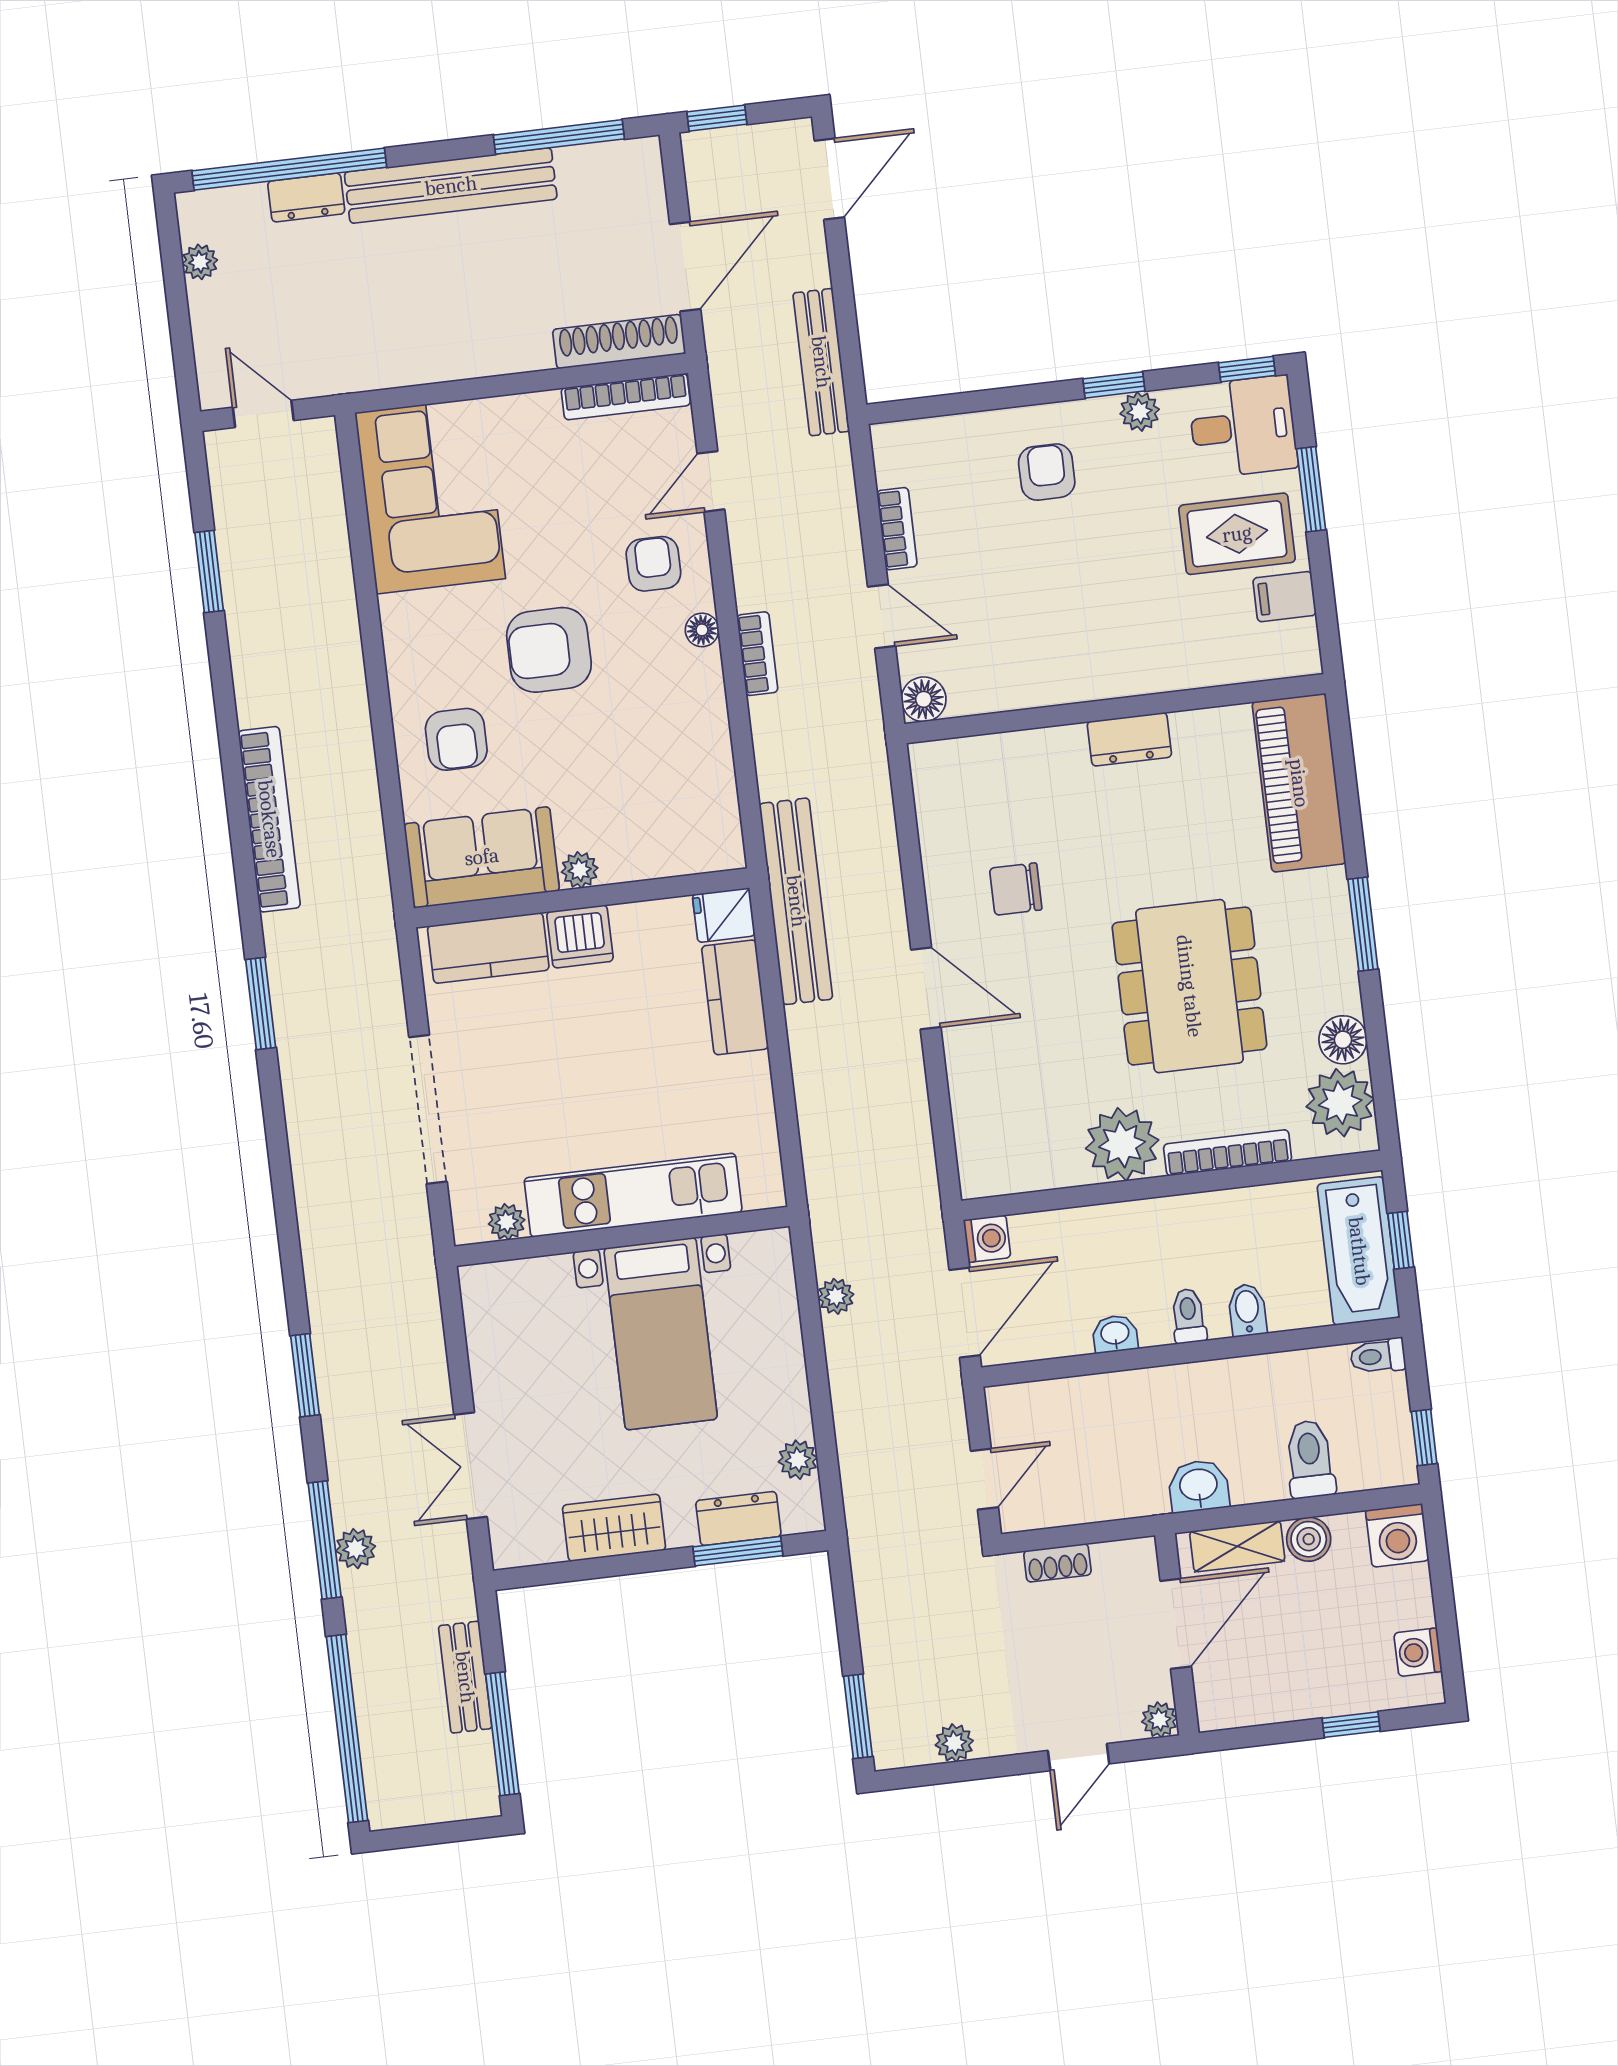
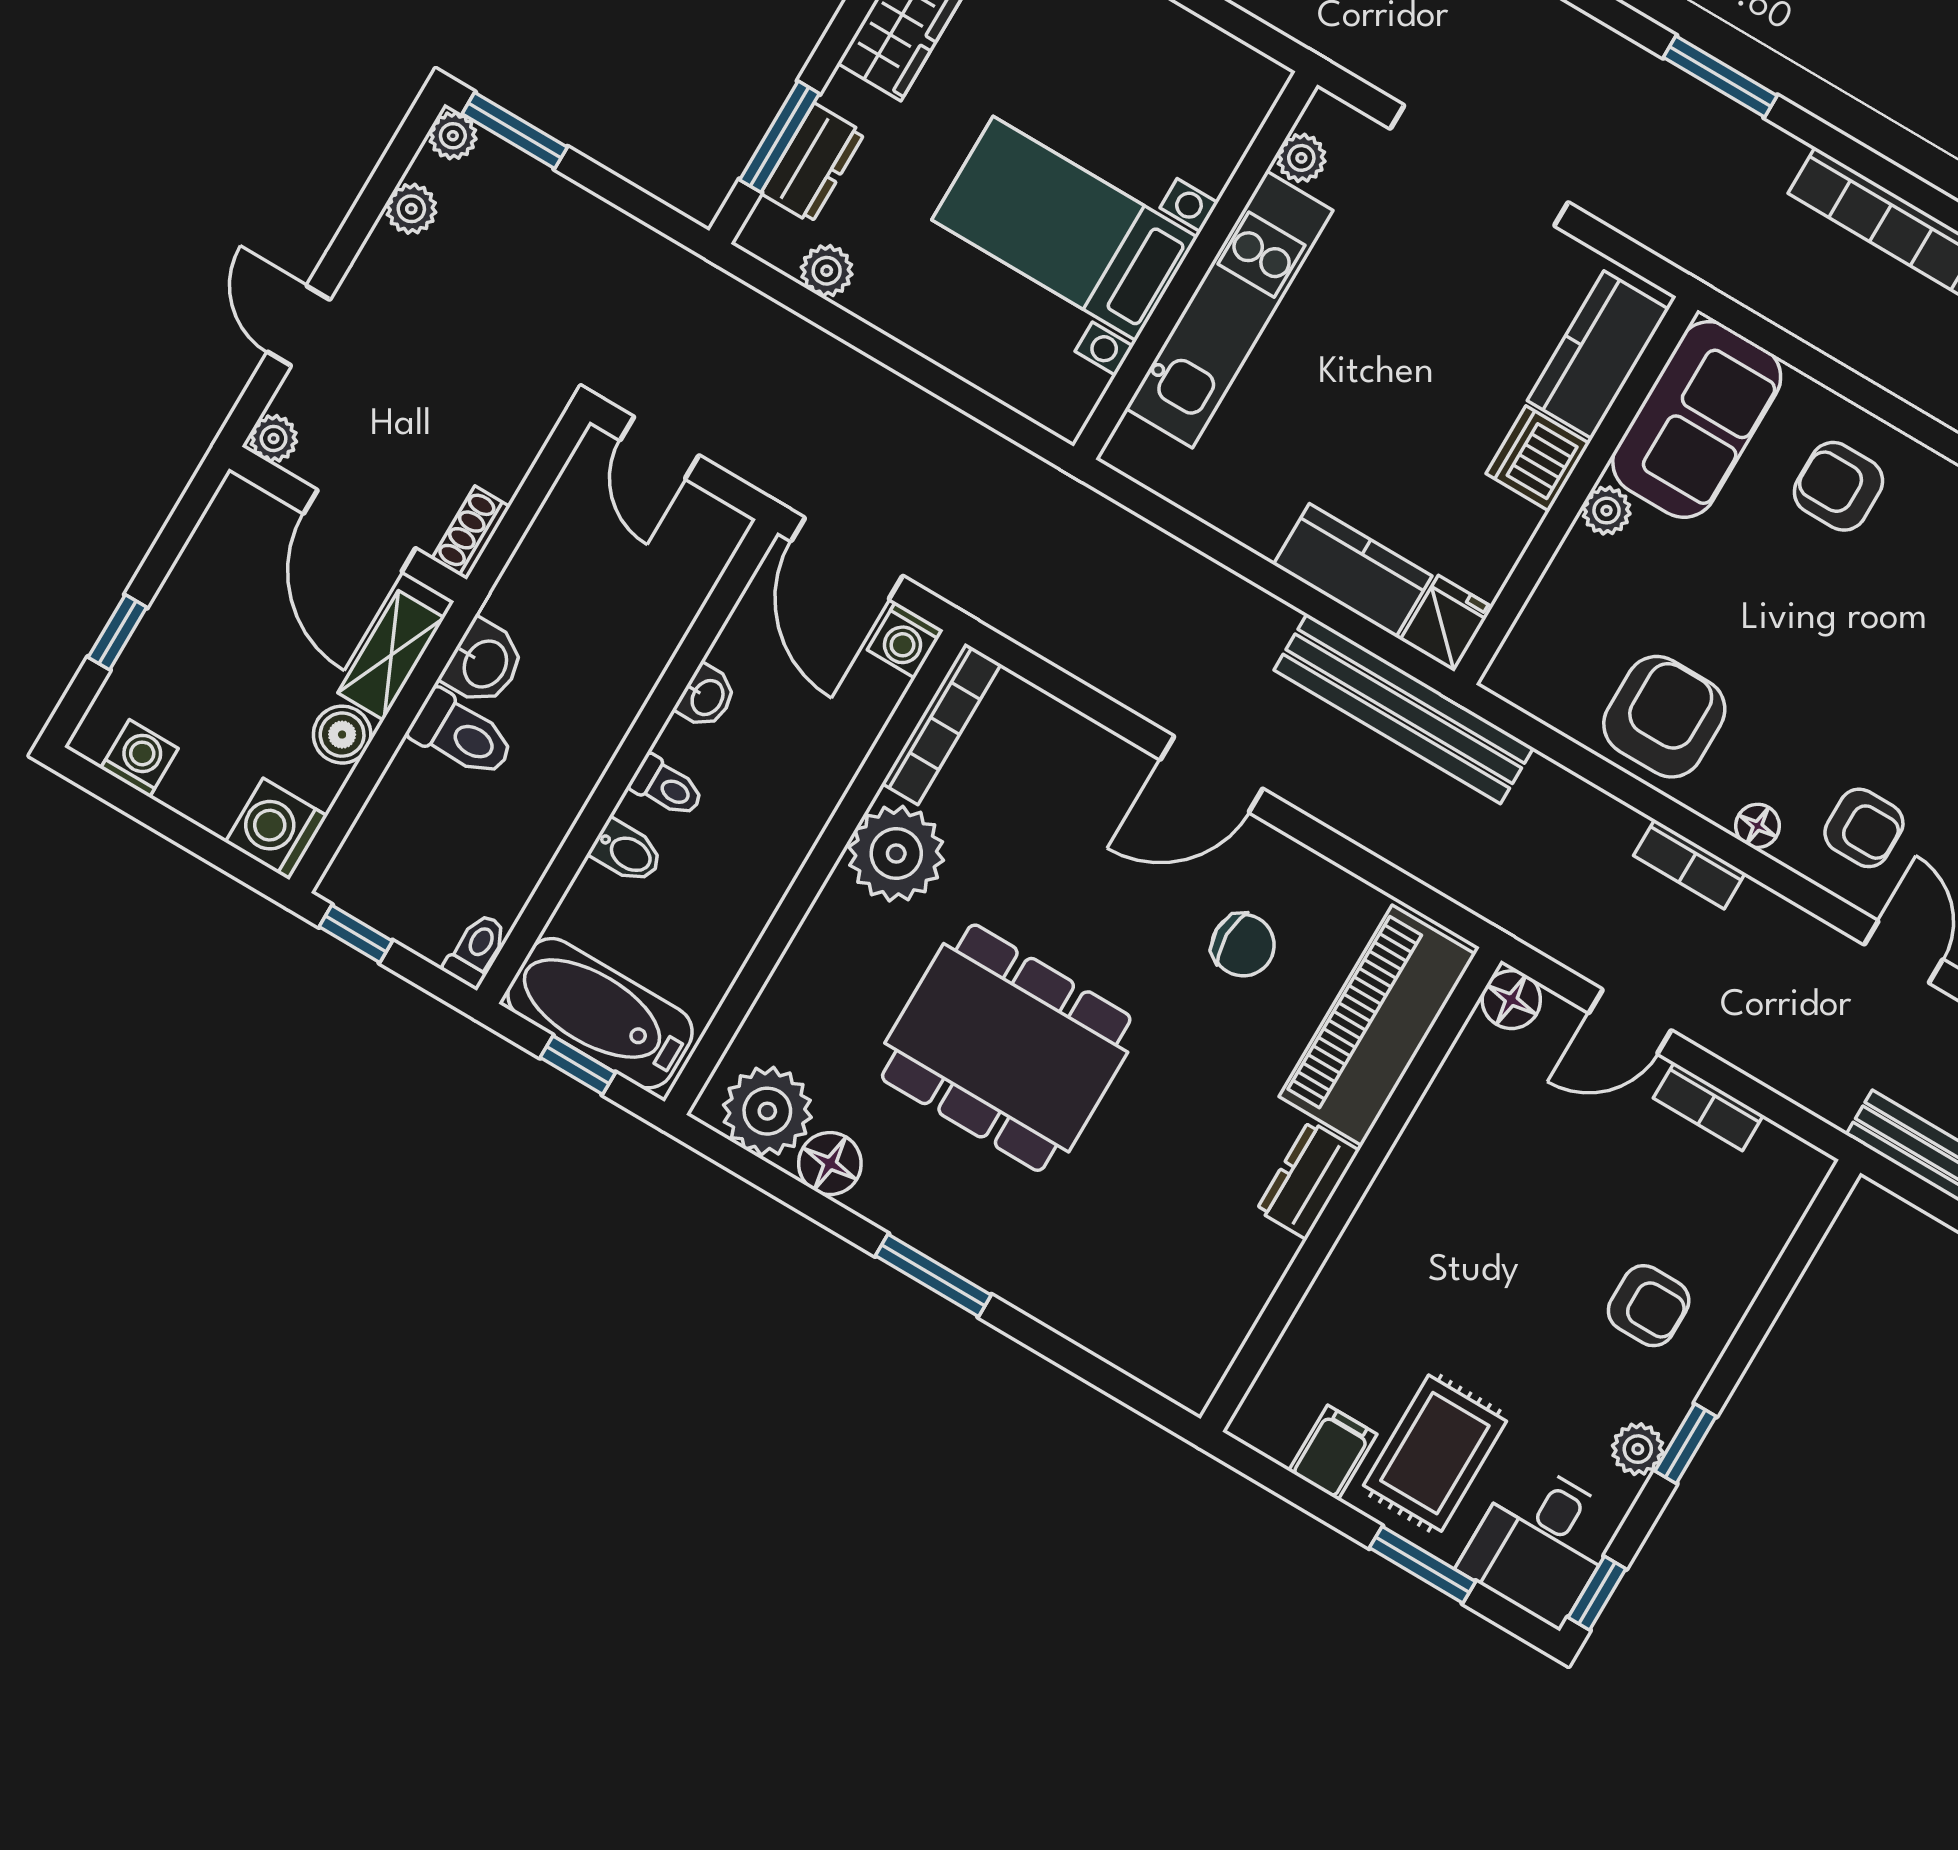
armchair: (549, 650) -> (1664, 717), moved
piano: (1299, 783) -> (1377, 1025), moved, turned -90
chair: (1016, 889) -> (1243, 945), turned 90
bookcase: (1228, 1153) -> (941, 724), moved
plant: (836, 1296) -> (453, 136), moved
toilet: (1310, 1459) -> (462, 735), moved
shoe rack: (1057, 1563) -> (471, 532), moved

